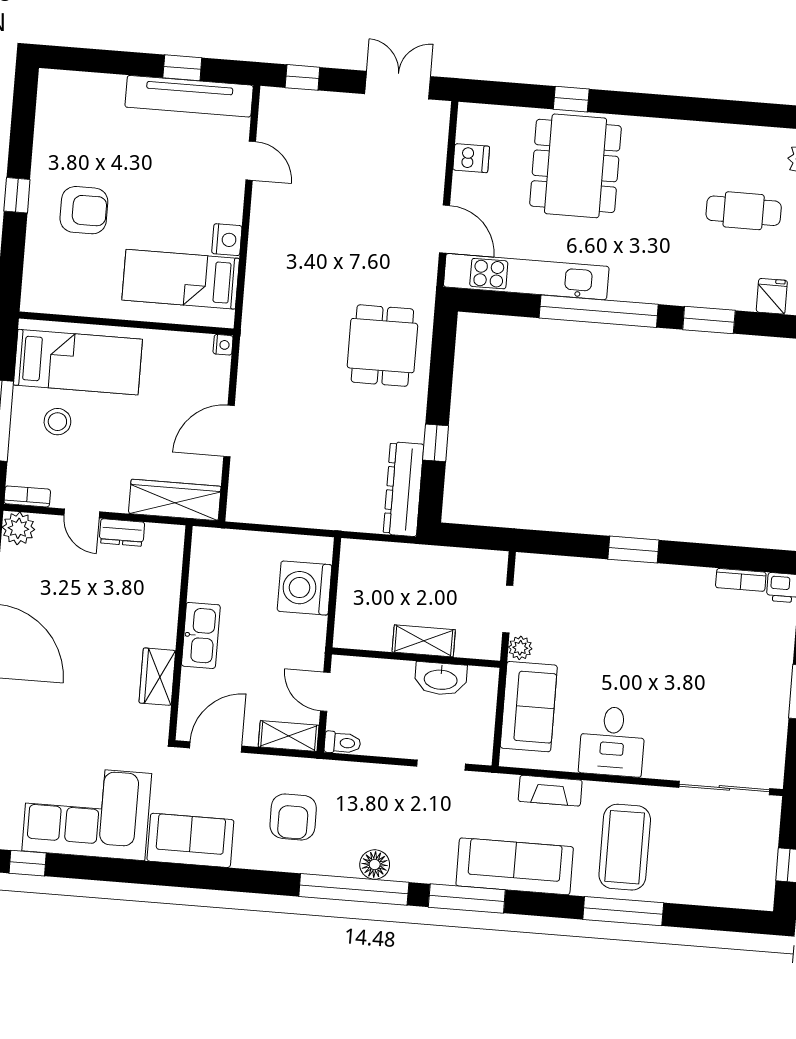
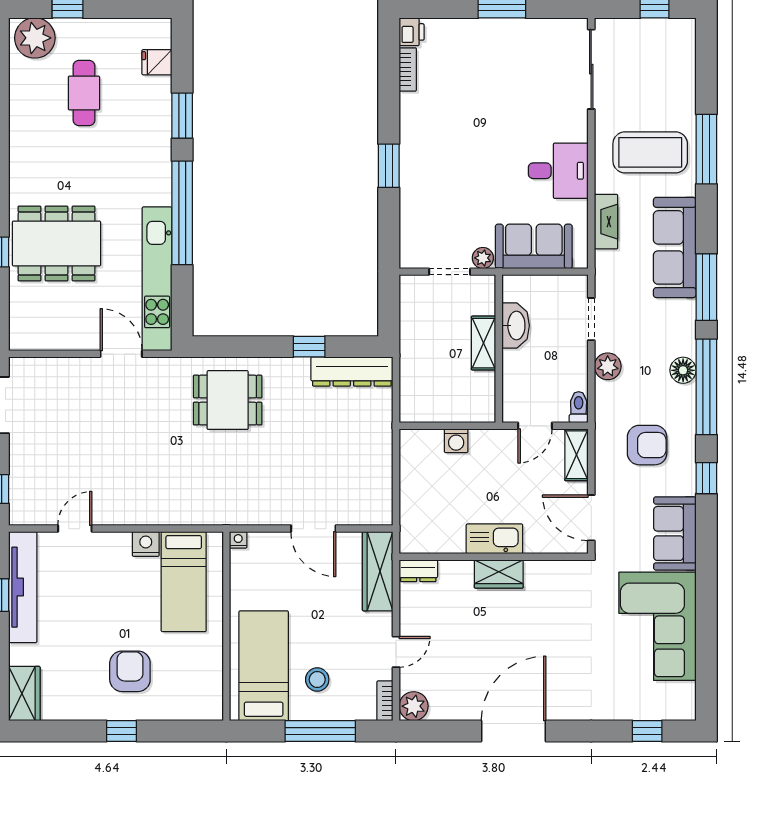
wardrobe: (68, 88) -> (24, 694), added
dishwasher: (471, 158) -> (57, 335), removed
door: (445, 229) -> (121, 354), hinge flipped
dresser: (122, 533) -> (418, 571), moved, turned 90
washing machine: (305, 588) -> (456, 441), width x0.53, depth x0.53
wardrobe: (157, 677) -> (499, 574), moved
plant: (386, 779) -> (608, 366), added
window: (28, 863) -> (706, 478), moved

